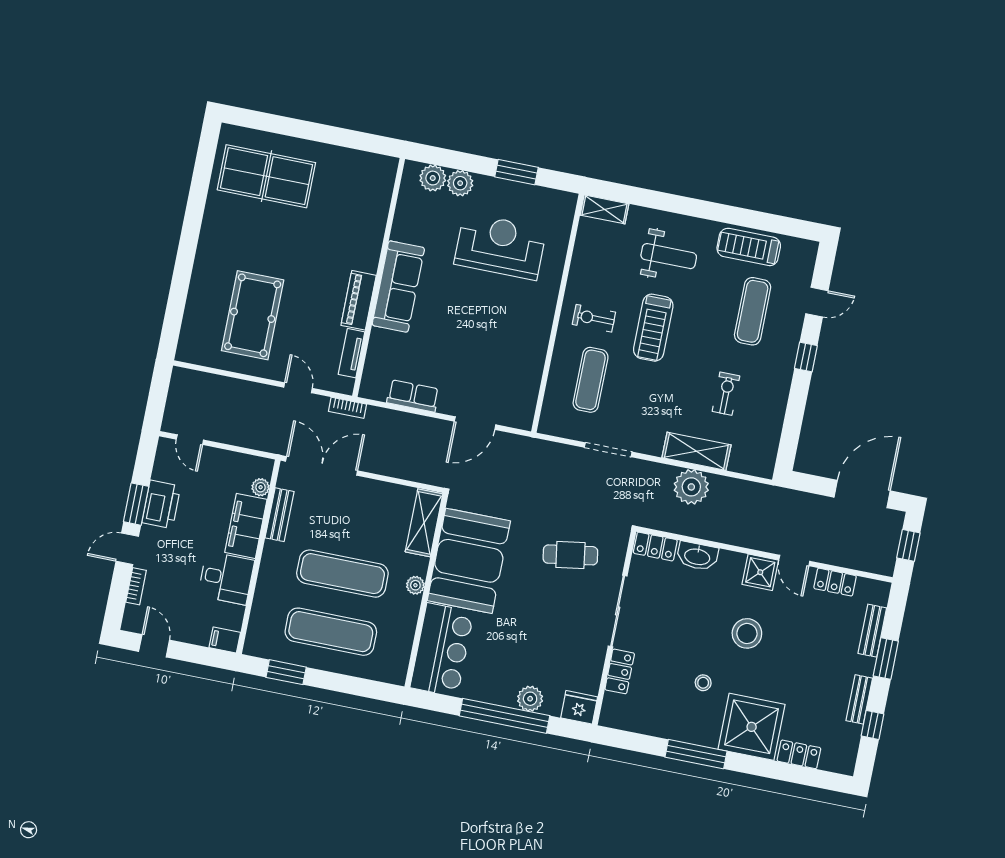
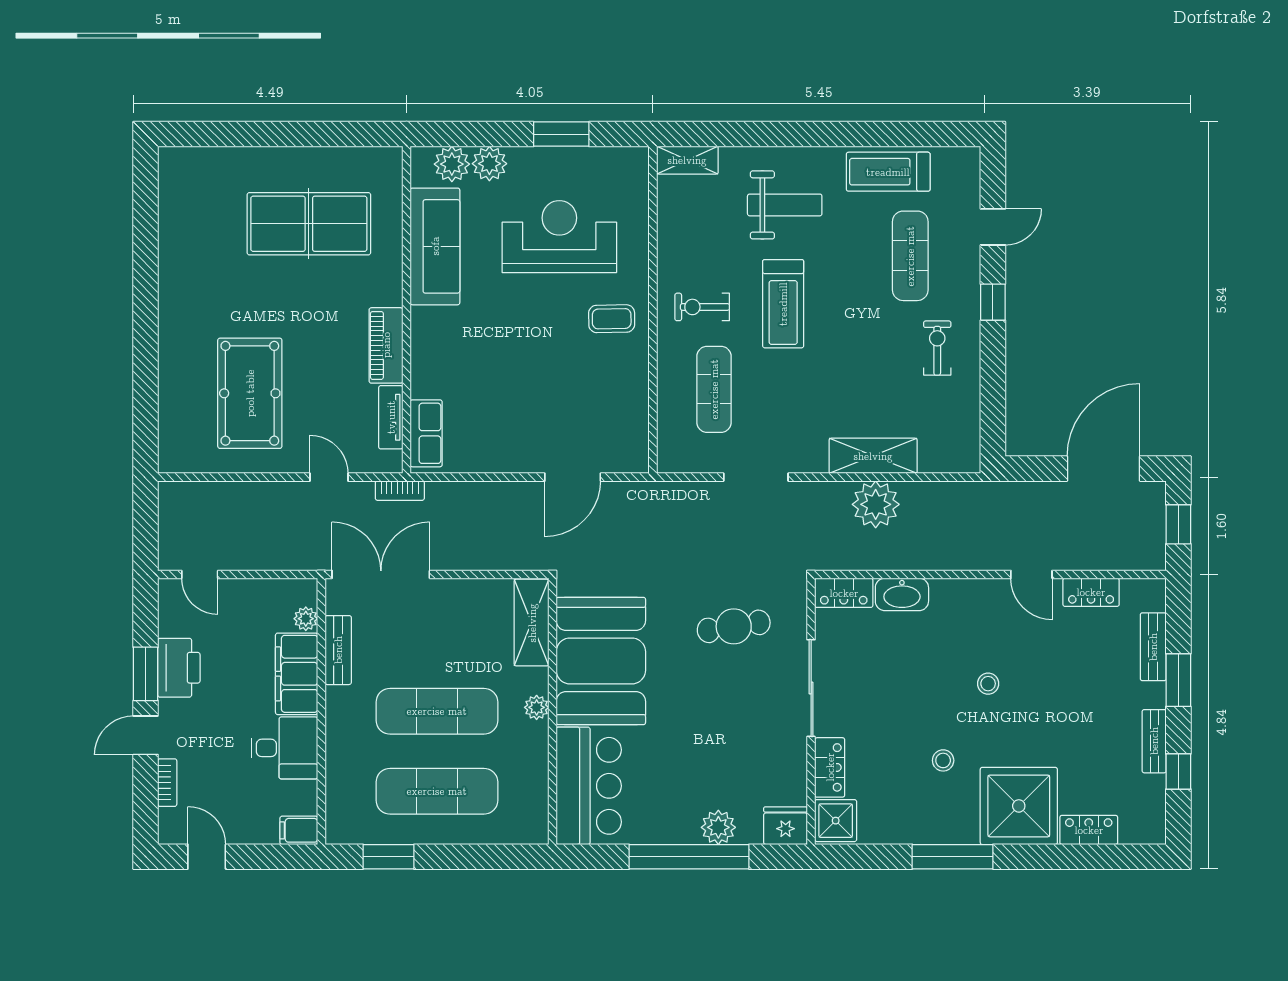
table tennis table: (266, 176) -> (309, 224), moved
sofa: (398, 287) -> (435, 246), moved
coffee table: (526, 314) -> (612, 319), added
exercise bike: (726, 394) -> (937, 348), moved
row of seats: (413, 396) -> (426, 433), moved, turned 90
shower: (760, 572) -> (836, 821), moved
stool: (747, 633) -> (988, 684), width x0.53, depth x0.53

